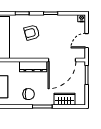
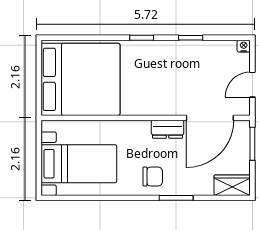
armchair: (32, 33) -> (158, 71), removed
dresser: (33, 67) -> (168, 129), width x0.70
wardrobe: (65, 99) -> (232, 185), moved

